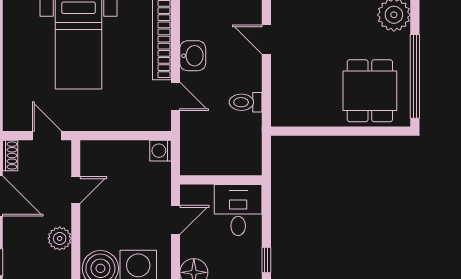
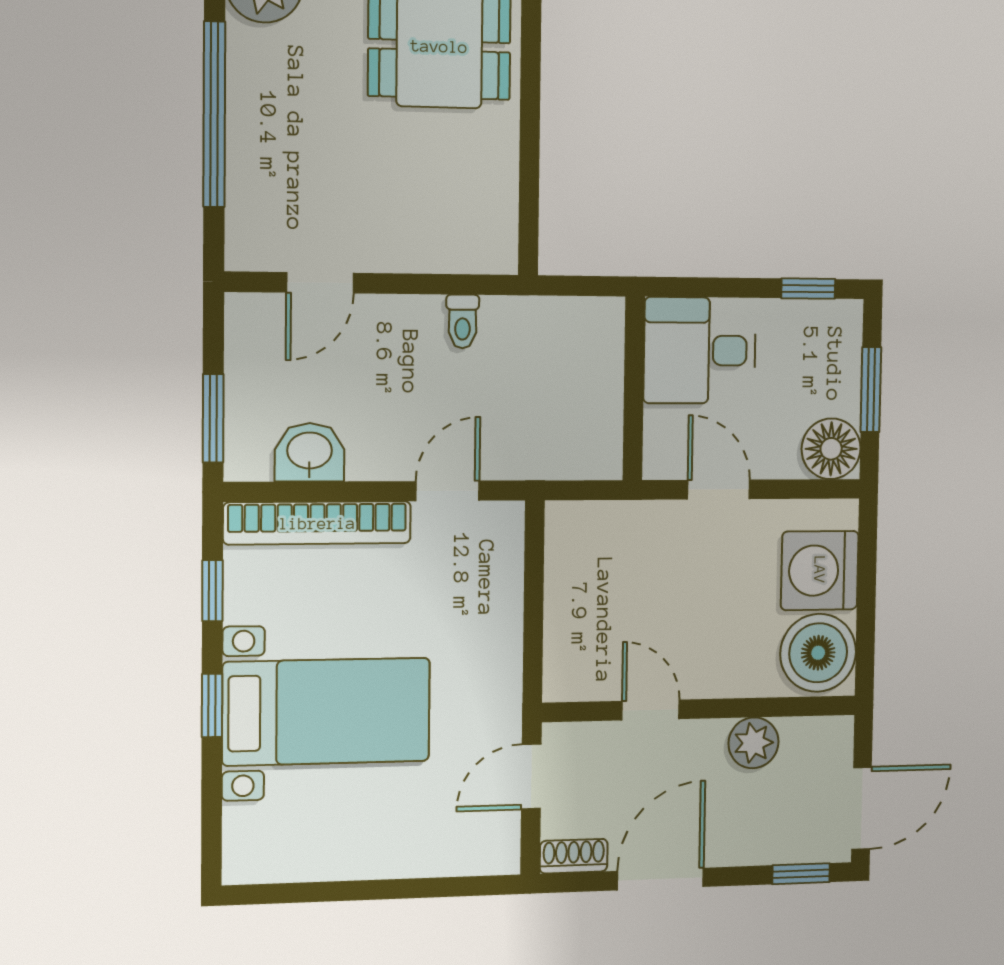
washbasin: (193, 56) -> (310, 452), moved
toilet: (246, 102) -> (463, 321), width x0.73, depth x0.72
washing machine: (161, 151) -> (568, 524), removed

